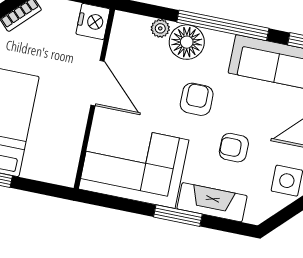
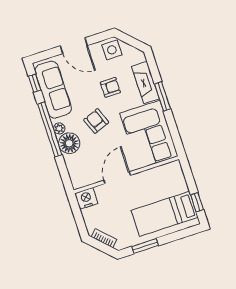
plant: (160, 28) -> (59, 128), moved
armchair: (197, 99) -> (96, 121), turned 69
armchair: (234, 148) -> (110, 87), turned -90

